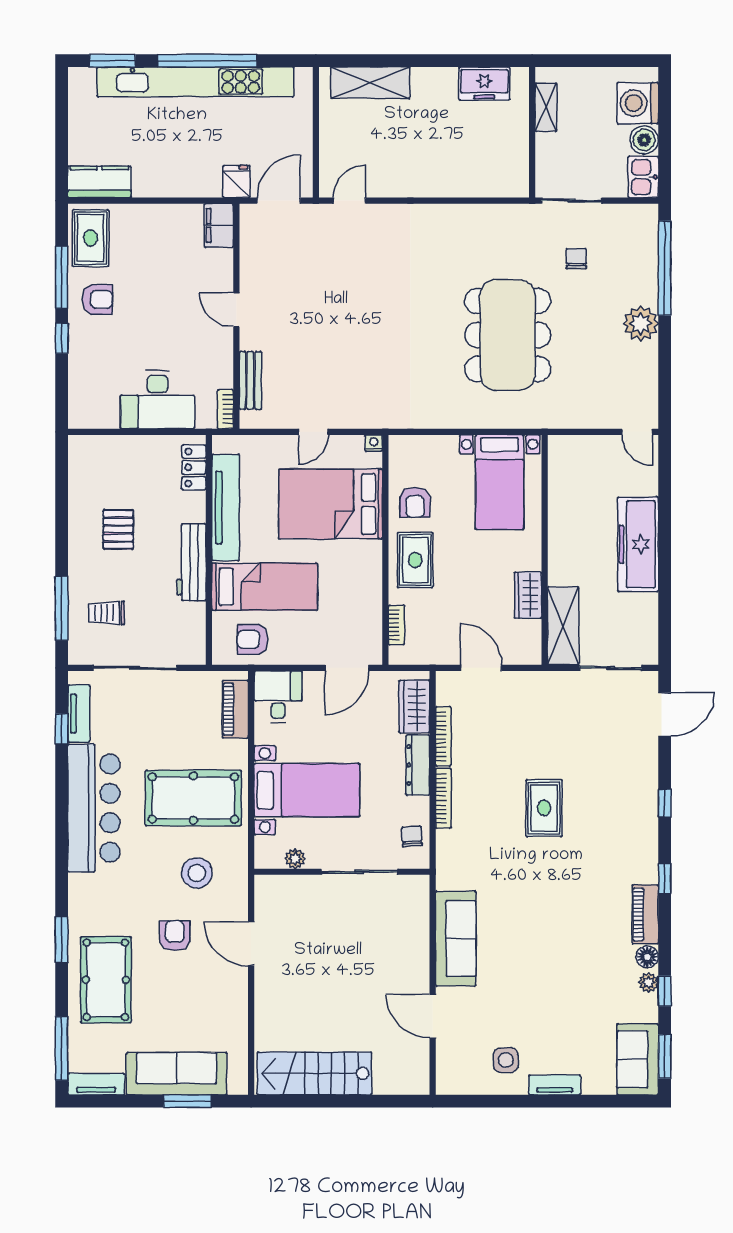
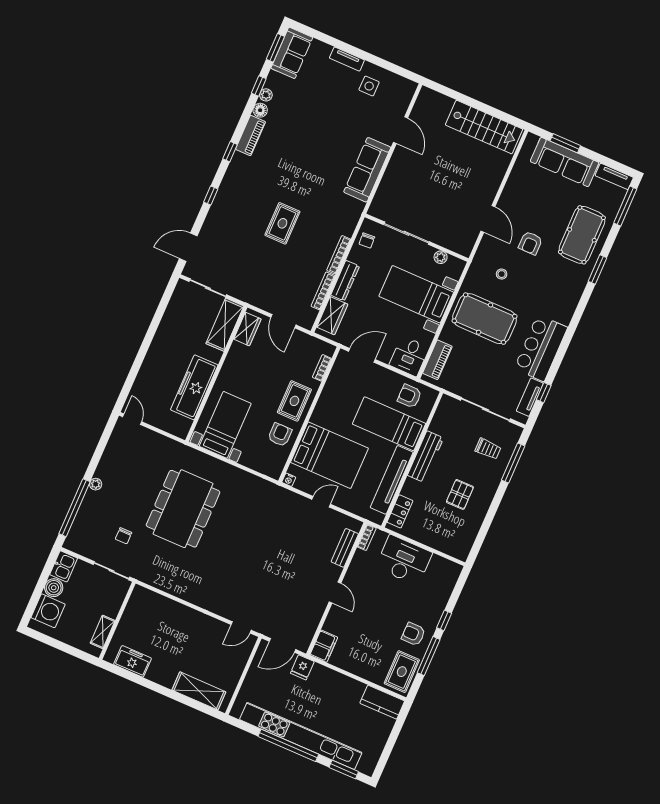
plant: (641, 324) -> (96, 484), width x0.53, depth x0.53
freezer: (638, 544) -> (194, 387), moved, turned 180
wardrobe: (528, 595) -> (247, 329), moved
armchair: (253, 639) -> (409, 396), turned 180
bar counter: (94, 808) -> (541, 348), width x0.73
stool: (197, 873) -> (502, 274), width x0.53, depth x0.53

